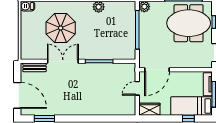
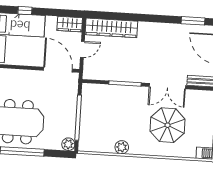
door: (157, 70) -> (58, 70), hinge flipped
wardrobe: (114, 108) -> (111, 28), added

